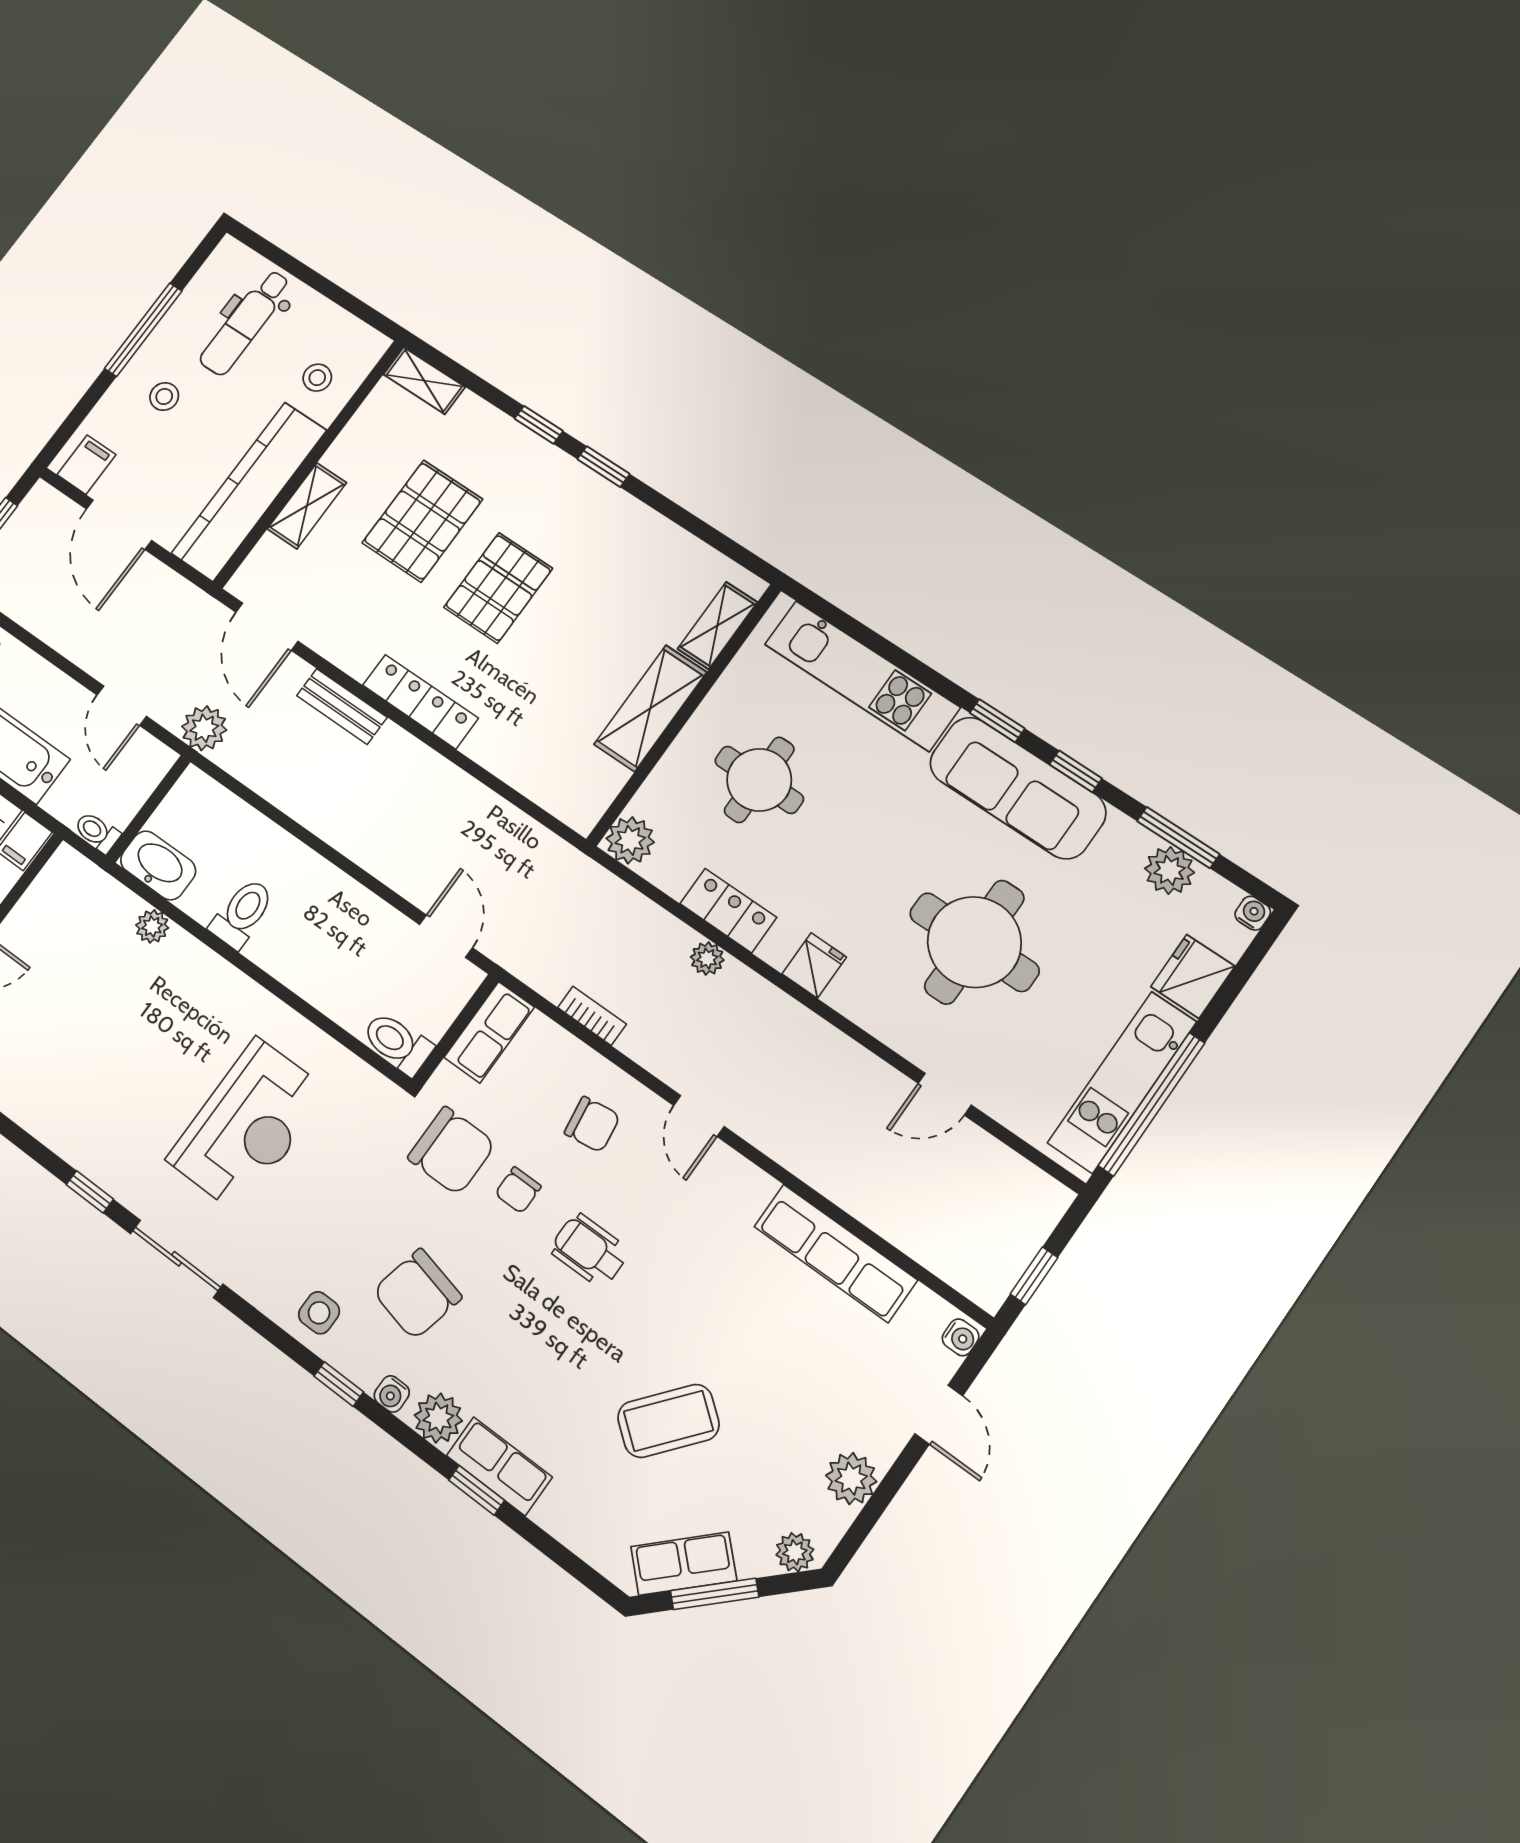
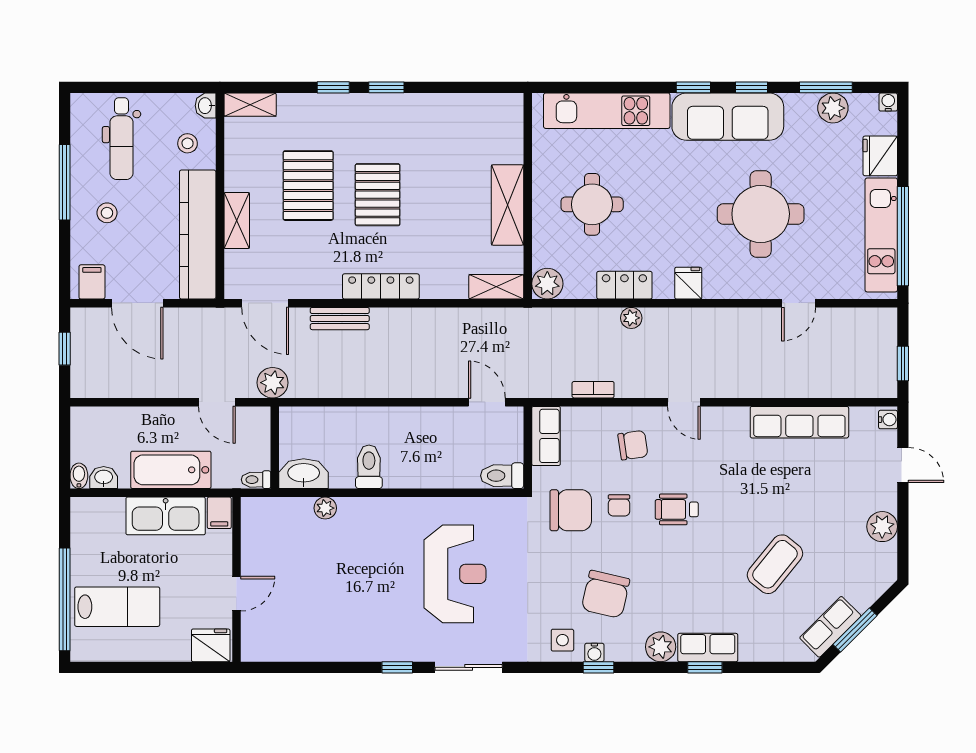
washbasin: (371, 348) -> (206, 106), added
shelving: (717, 625) -> (496, 287), moved, turned 90
water cooler: (392, 1394) -> (594, 652), moved
plant: (795, 1552) -> (879, 582), removed

